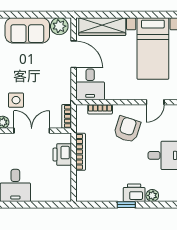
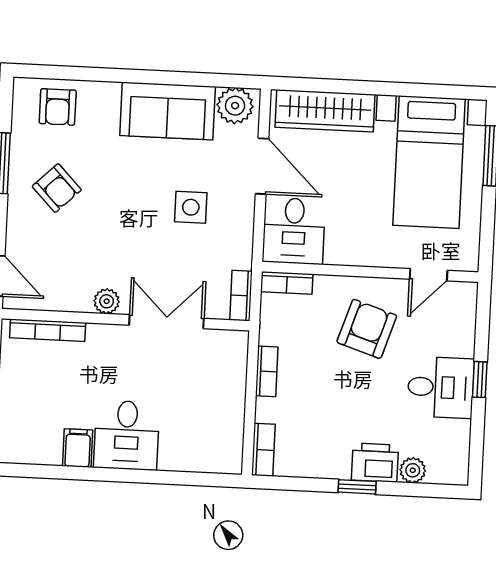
side table: (16, 100) -> (191, 207), moved
bookcase: (100, 109) -> (287, 283), moved
bookcase: (81, 152) -> (267, 371), width x0.64
printer: (62, 155) -> (228, 375), removed
bookcase: (81, 189) -> (263, 450), added

